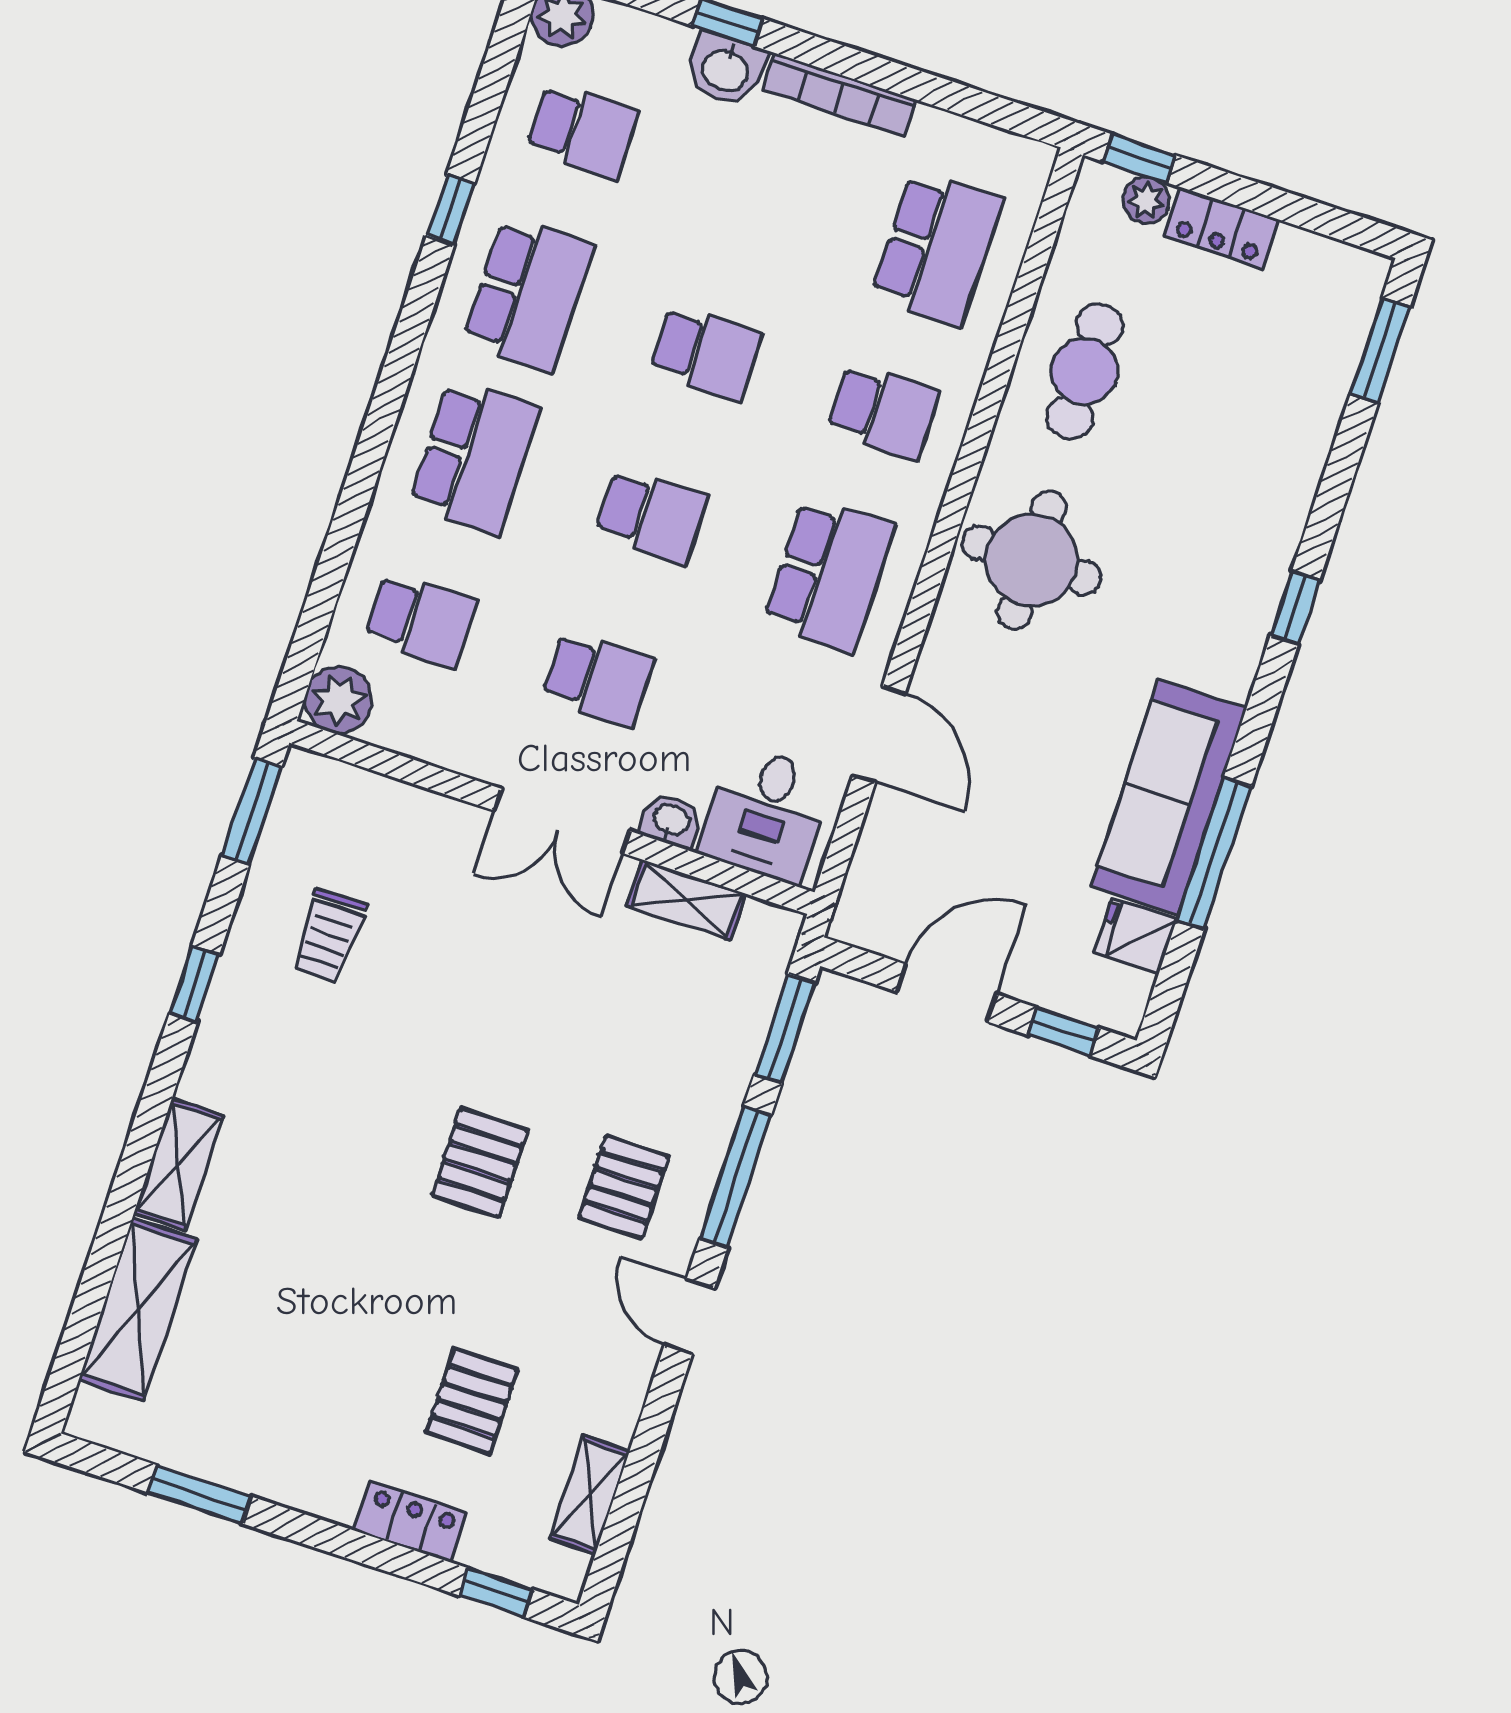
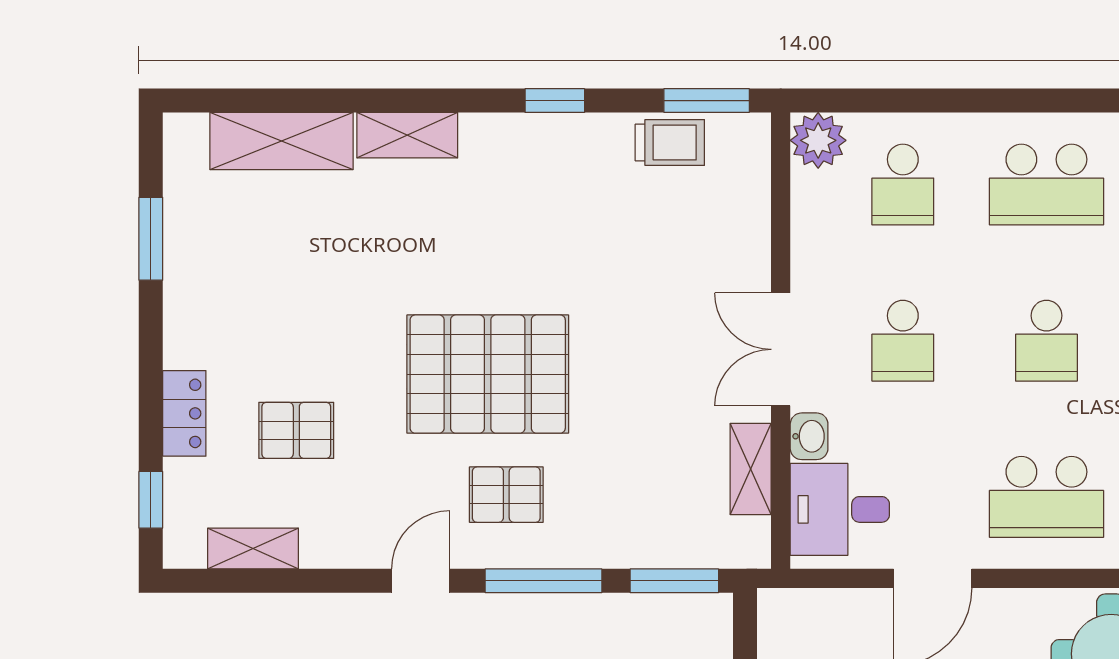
trolley: (329, 936) -> (670, 143), moved, turned 180
pallet: (480, 1163) -> (488, 374), width x2.05, depth x2.00

